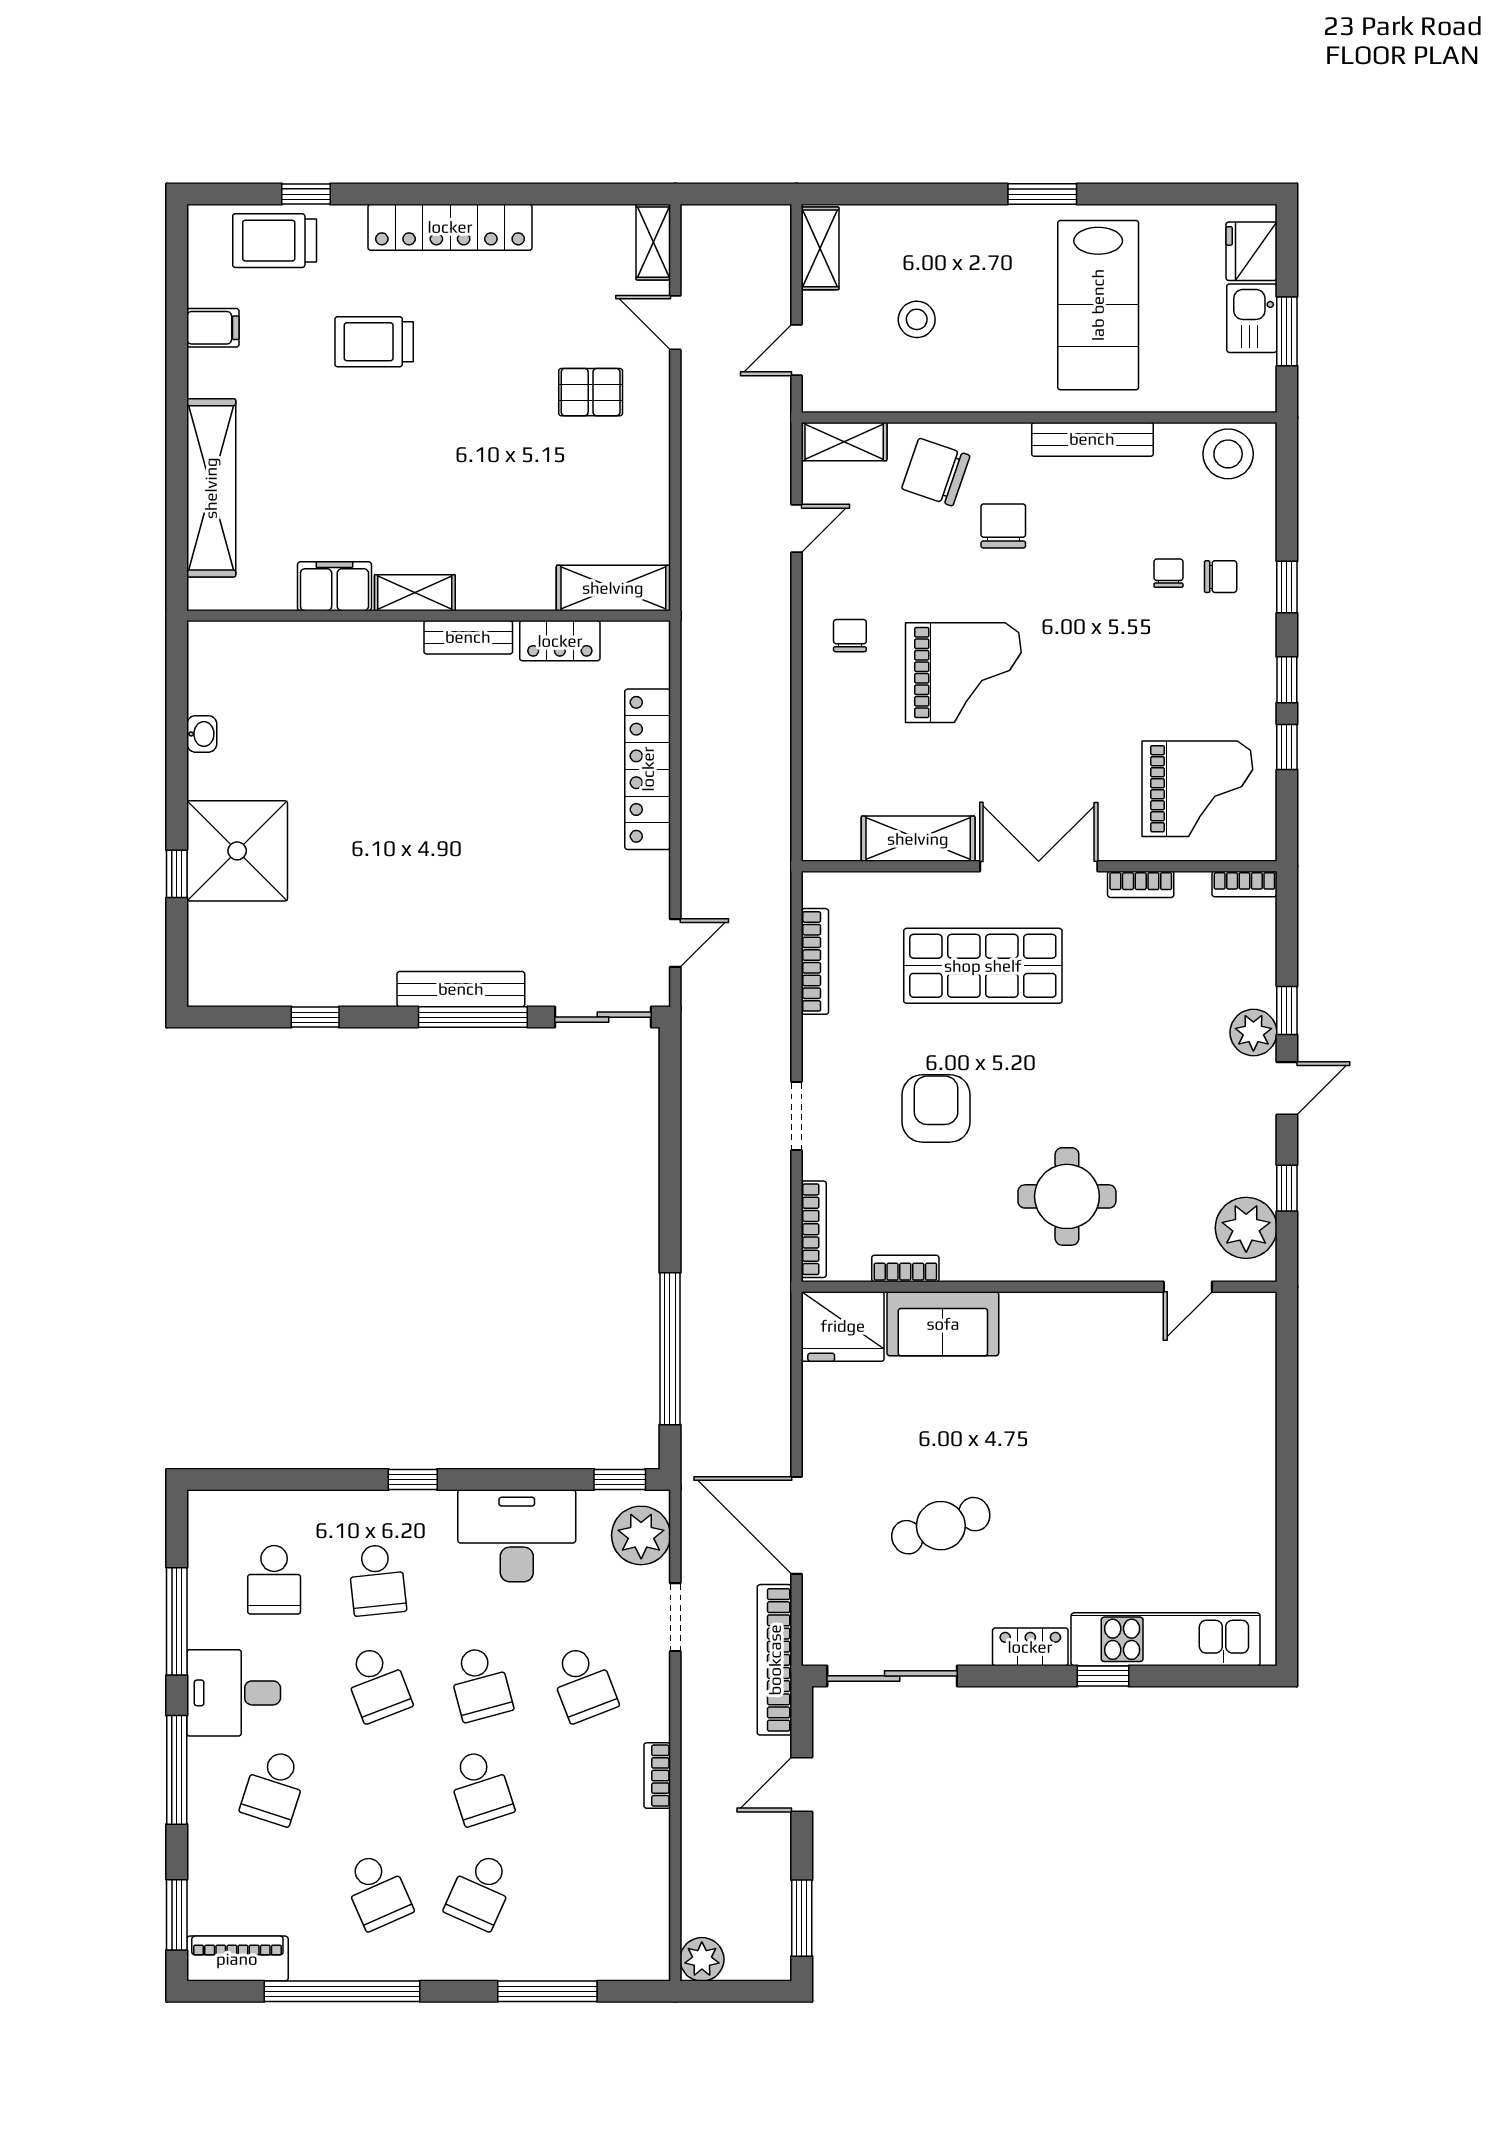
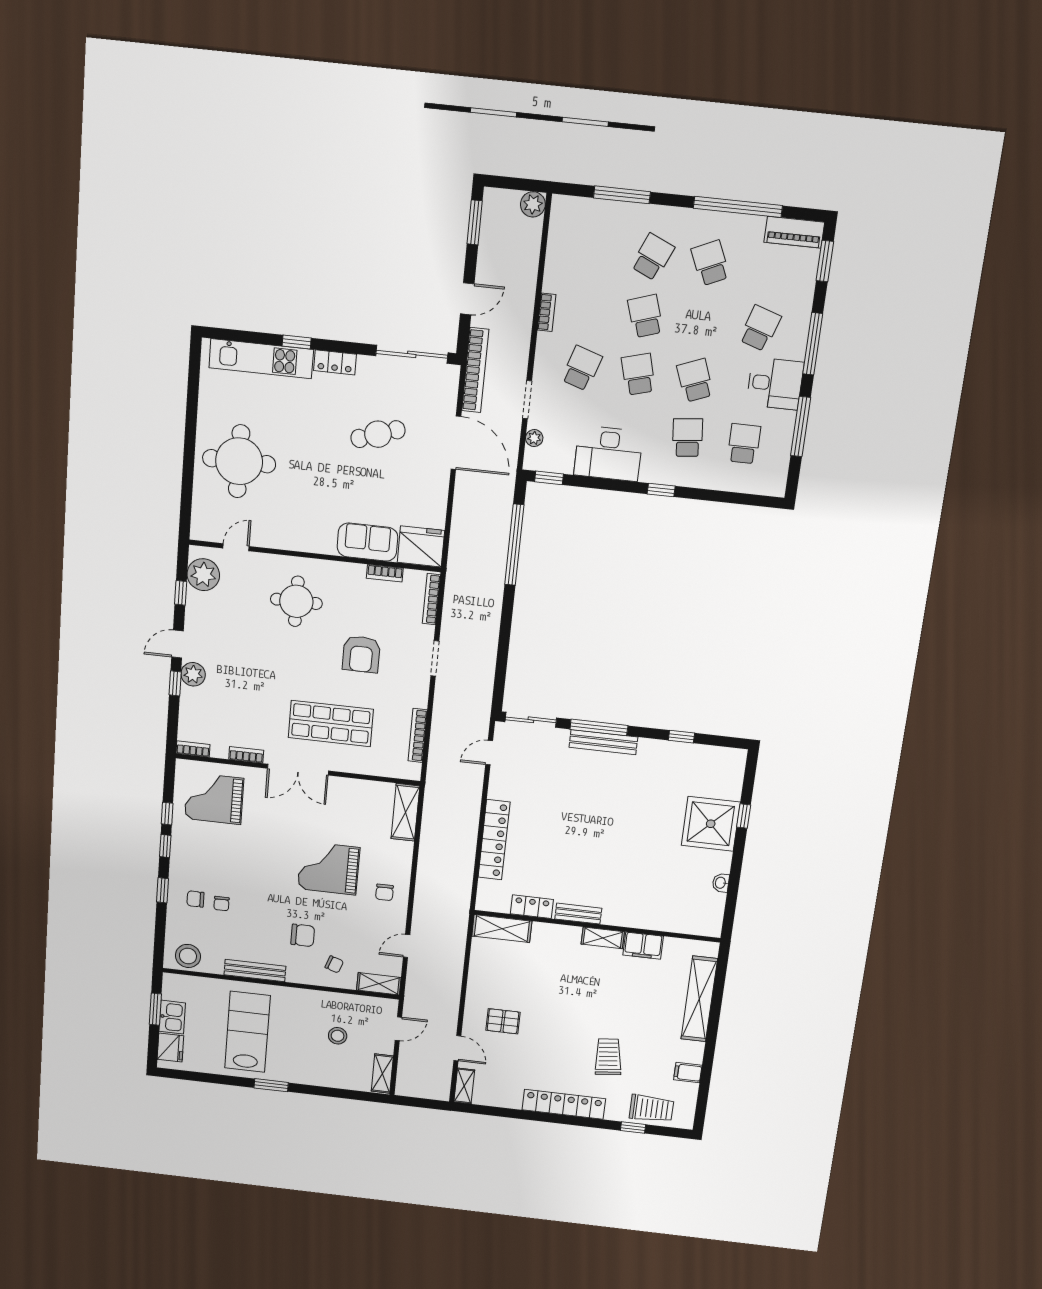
trolley: (374, 342) -> (608, 1057), turned -96
chair: (936, 472) -> (334, 964), width x0.54, depth x0.54
chair: (1003, 526) -> (303, 935), turned -90
shelving: (918, 839) -> (405, 812), moved, turned 90
round table: (1193, 1448) -> (239, 461), added
plant: (641, 1535) -> (534, 438), width x0.53, depth x0.53
school desk: (583, 1684) -> (582, 368), turned 39

